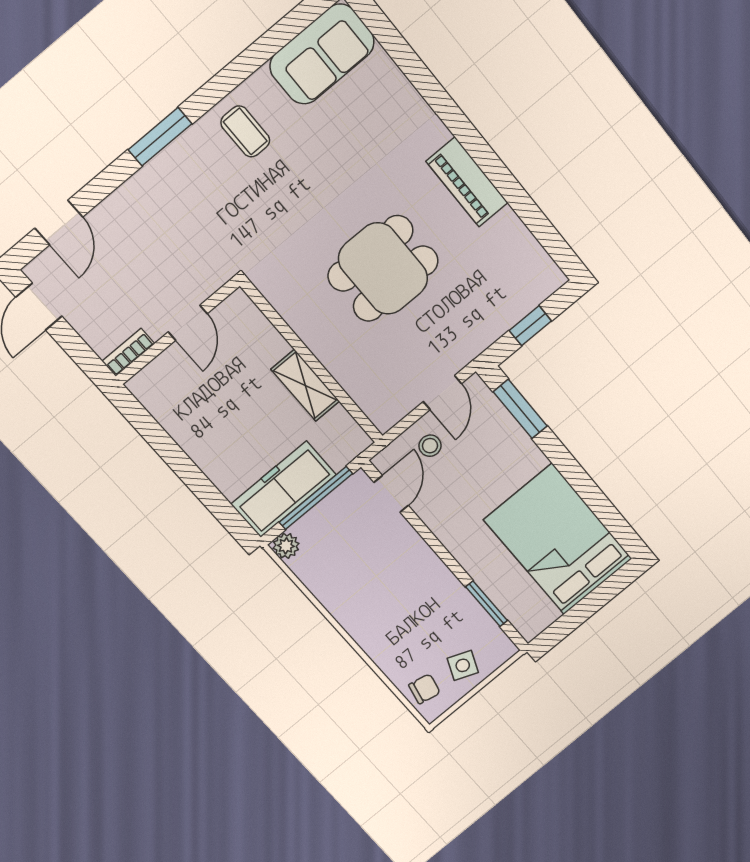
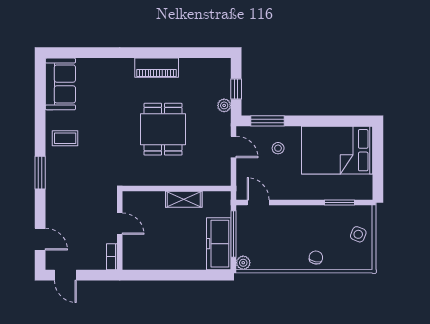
plant: (492, 328) -> (224, 105), added
stool: (430, 446) -> (278, 148), moved
chair: (424, 689) -> (316, 258), moved

